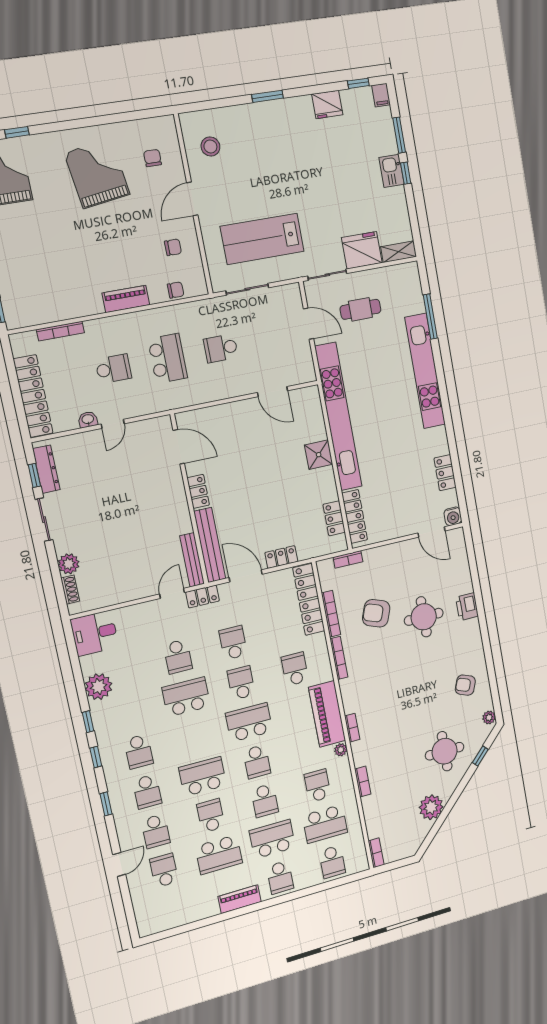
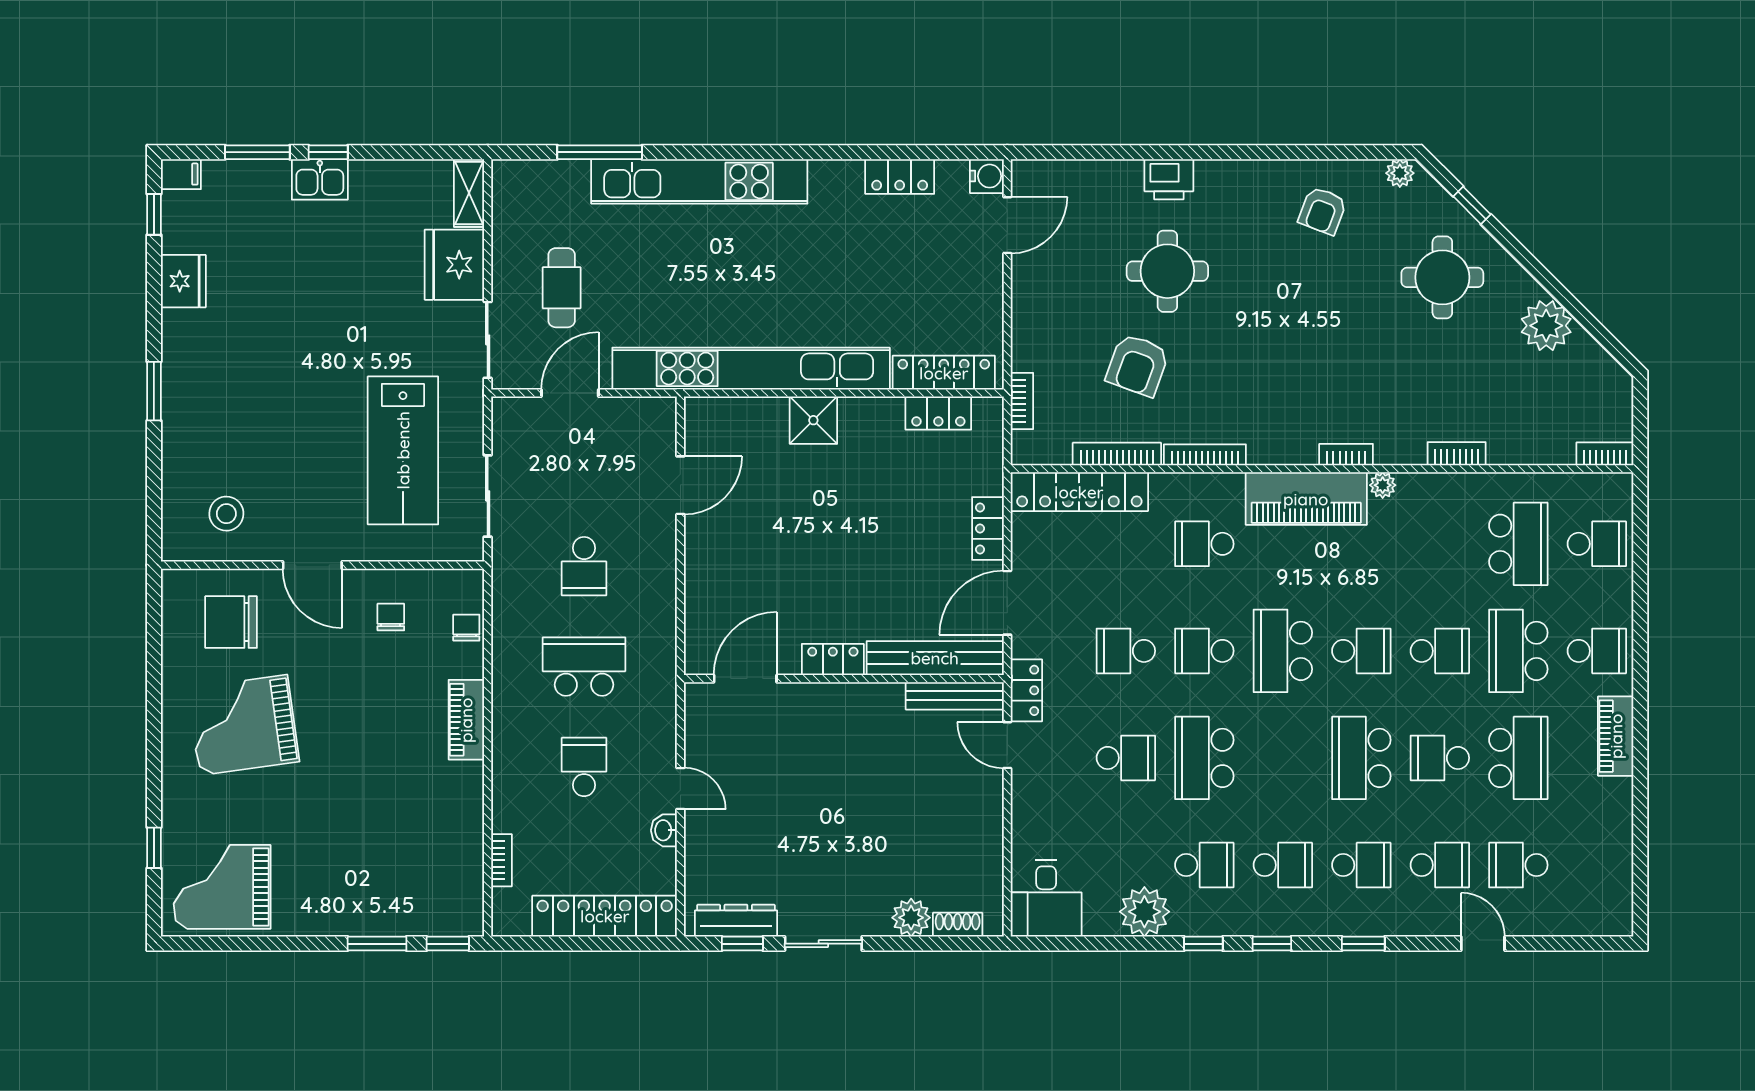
chair: (153, 158) -> (231, 622), width x1.87, depth x1.87
bookcase: (60, 331) -> (502, 860), width x0.64
school desk: (318, 786) -> (1204, 865), moved, turned 180

